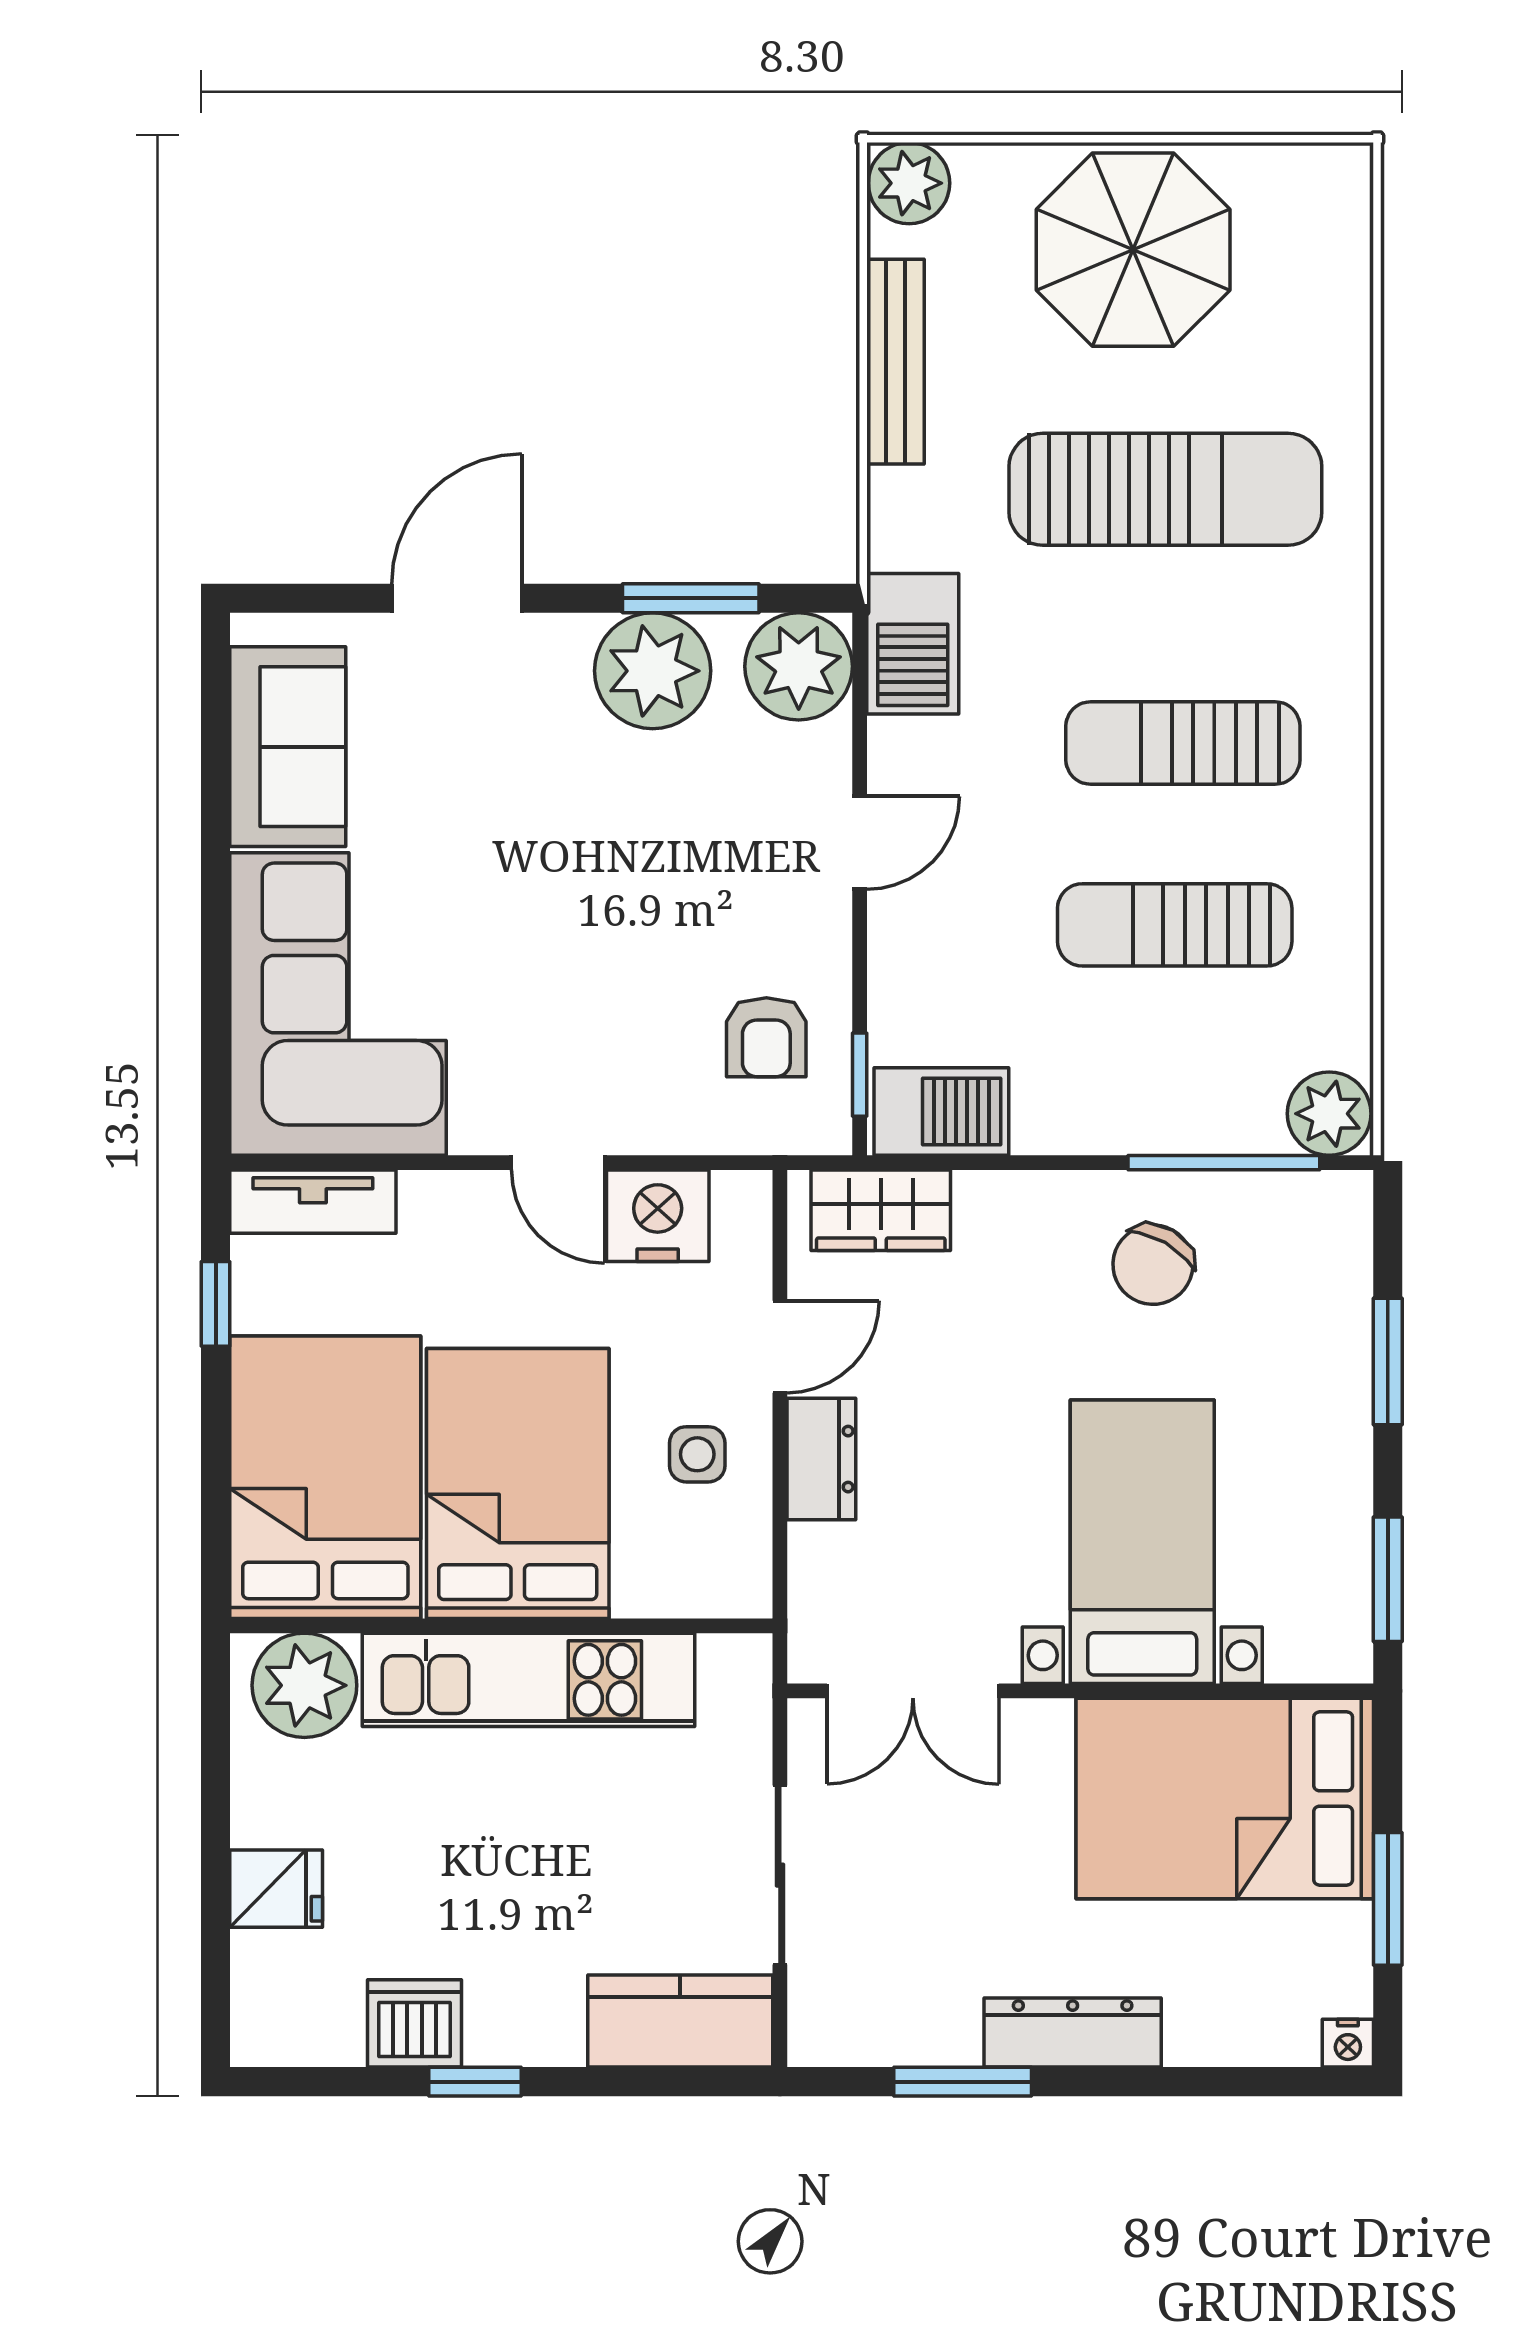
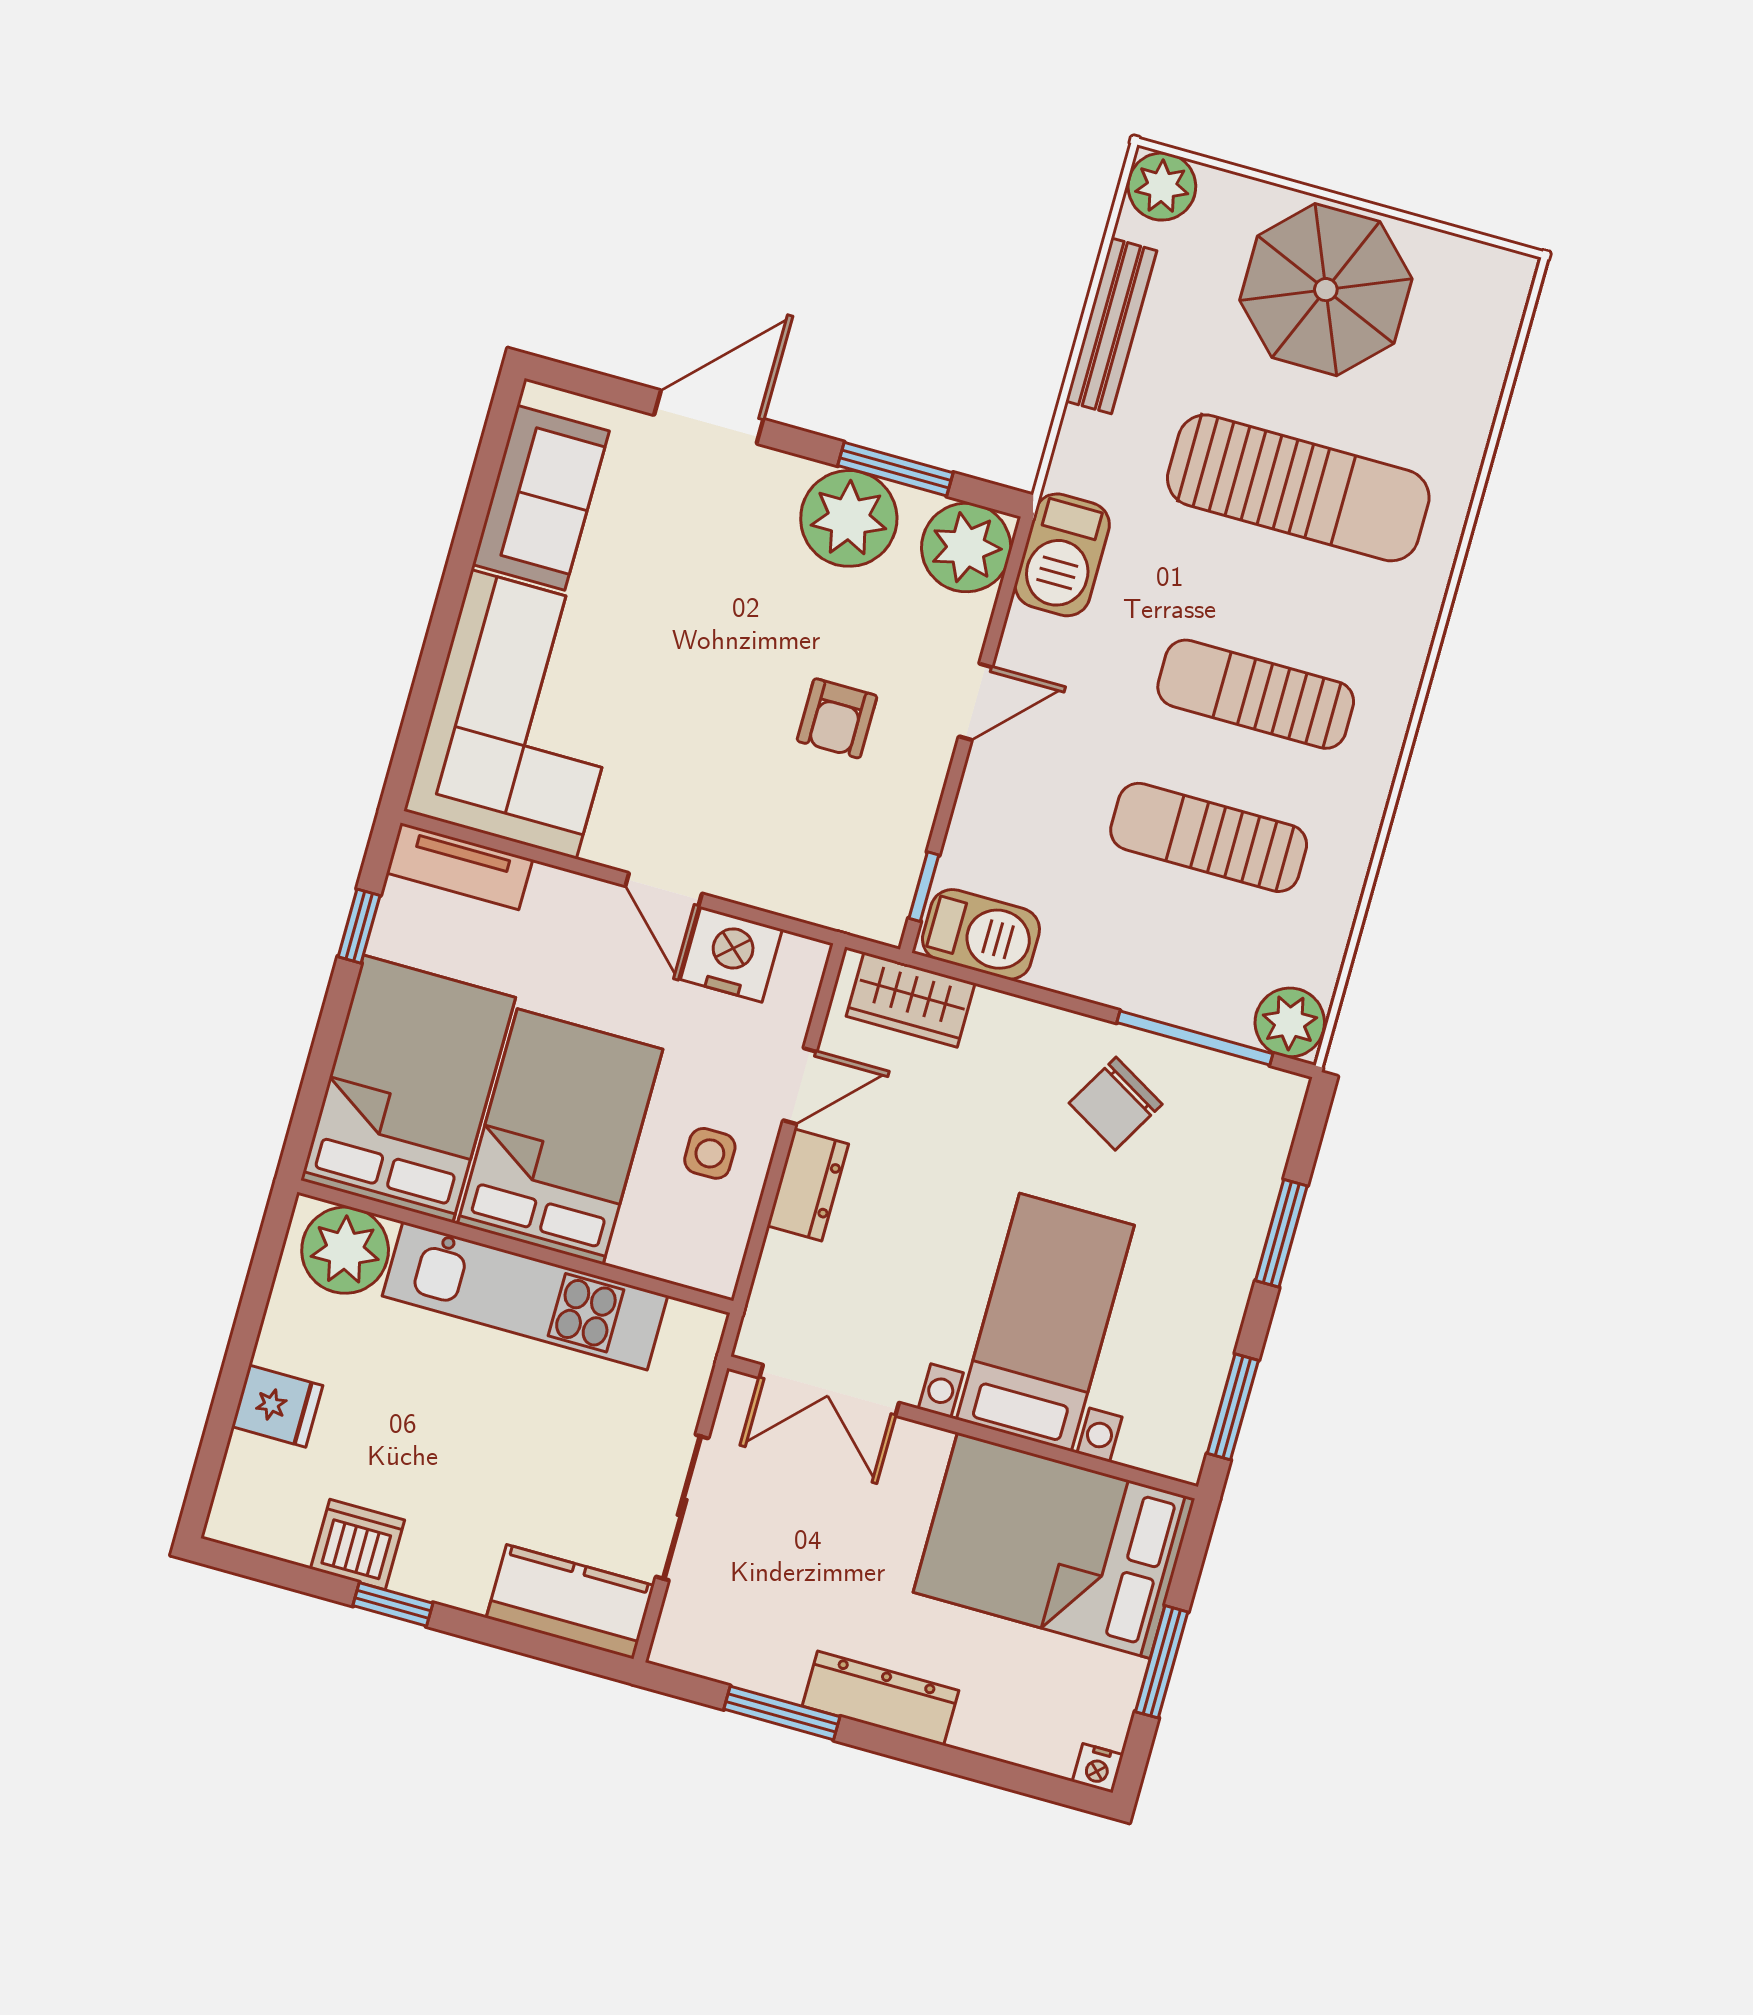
armchair: (766, 1037) -> (837, 718), moved

